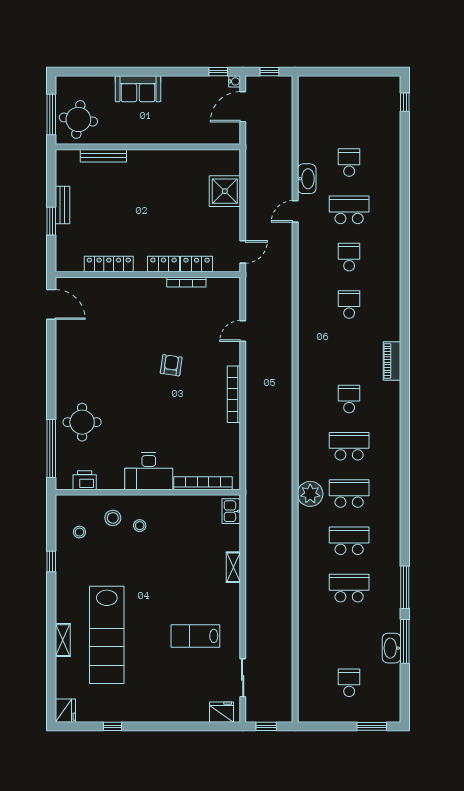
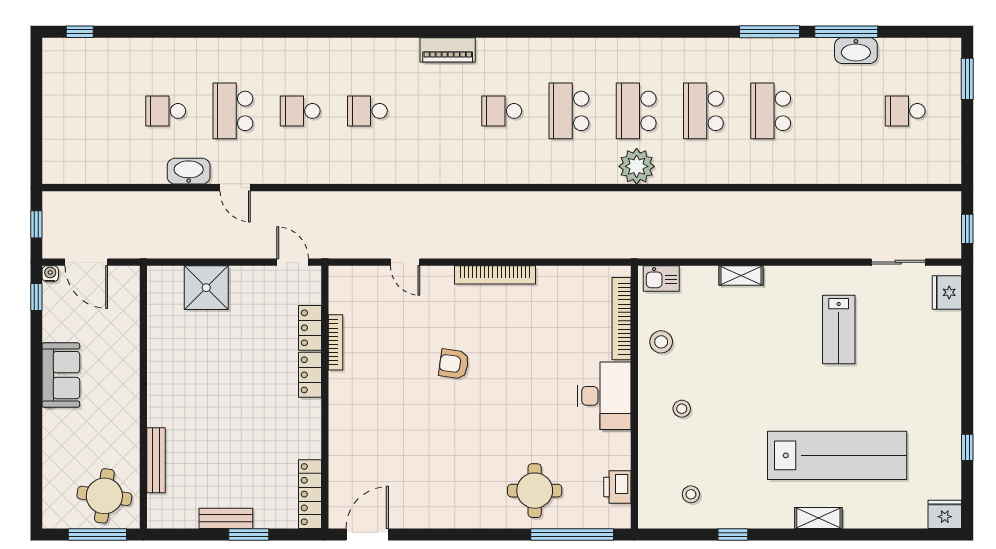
sofa: (138, 89) -> (61, 375), moved
locker: (109, 264) -> (310, 494), moved
stool: (113, 518) -> (661, 342), moved
shelving: (63, 640) -> (818, 518), moved

